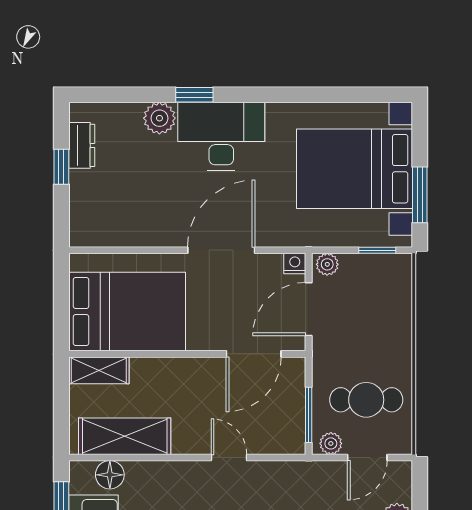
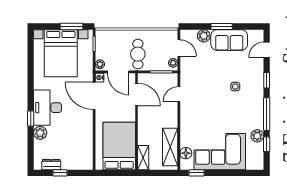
door: (221, 250) -> (94, 96), moved
cafe table: (366, 400) -> (138, 54), moved
door: (229, 458) -> (179, 94), moved

